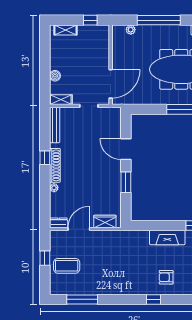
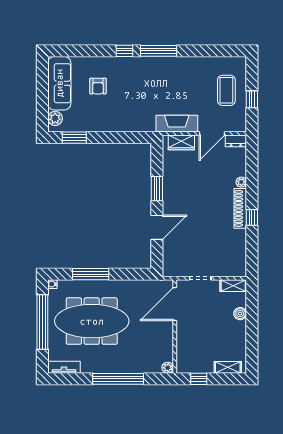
plant: (131, 30) -> (168, 368), moved
bench: (55, 125) -> (241, 256), removed
door: (126, 149) -> (157, 227), hinge flipped
fireplace: (167, 238) -> (177, 124), moved
coffee table: (67, 266) -> (226, 90), turned 90
armchair: (166, 277) -> (98, 86), moved, turned 90
window: (82, 299) -> (159, 51), moved

